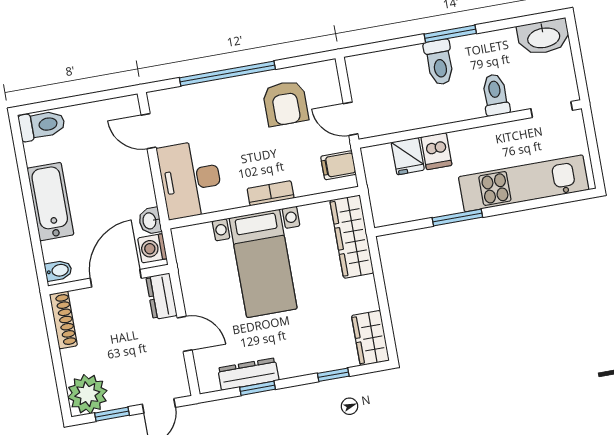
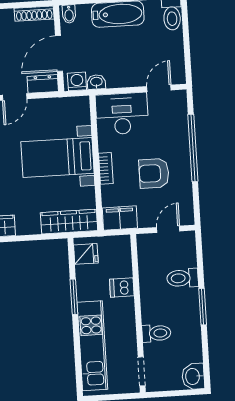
washbasin: (544, 37) -> (193, 376), width x0.72
toilet: (439, 62) -> (182, 278), moved
armchair: (285, 103) -> (154, 173), moved
door: (351, 119) -> (168, 229), moved
fridge: (408, 156) -> (86, 254), moved, turned 180
filing cabinet: (338, 165) -> (120, 218), width x2.00
door: (116, 278) -> (59, 54), swing flipped

